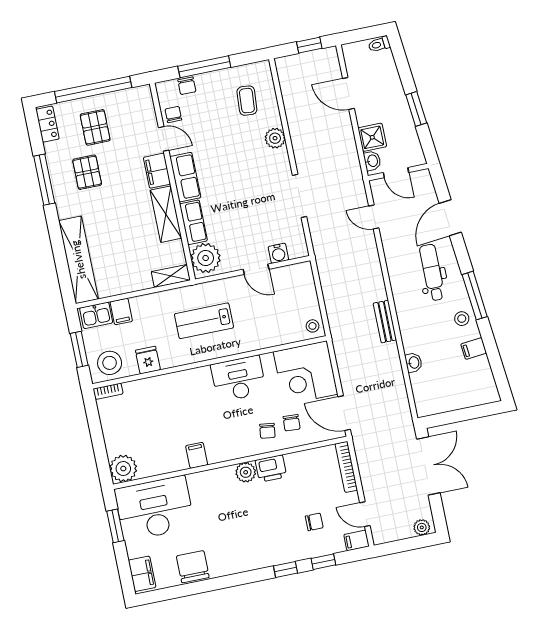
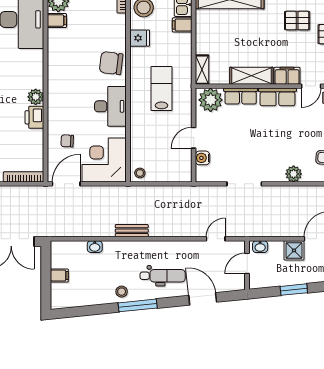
shower: (372, 137) -> (294, 250), moved
filing cabinet: (474, 348) -> (59, 276), moved, turned 96
chair: (267, 431) -> (111, 63), moved, width x1.87, depth x1.87
filing cabinet: (197, 455) -> (57, 20), moved

